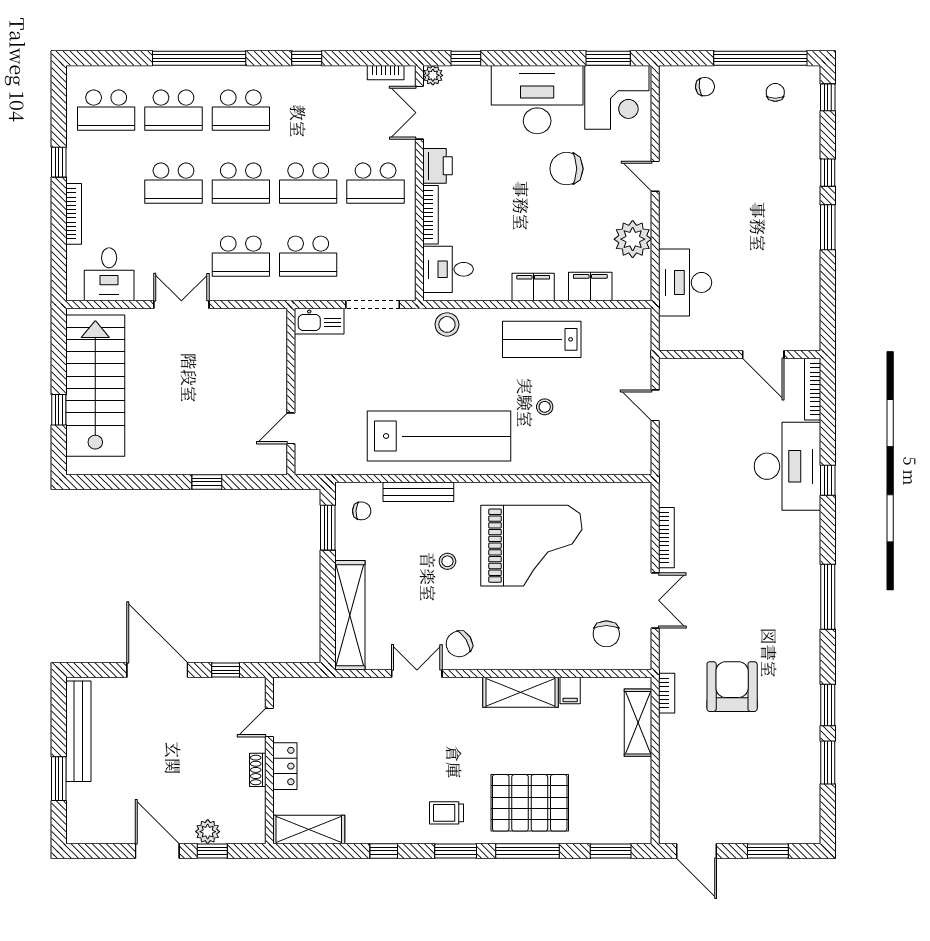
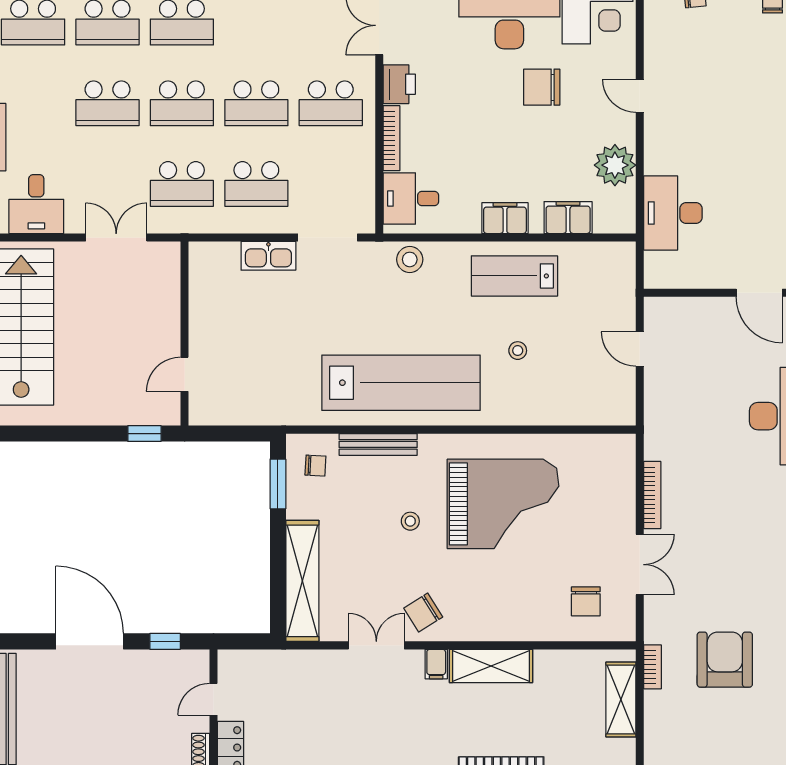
wall: (291, 391) -> (185, 334), moved
door: (291, 428) -> (185, 374), moved
filing cabinet: (570, 691) -> (436, 664), moved

